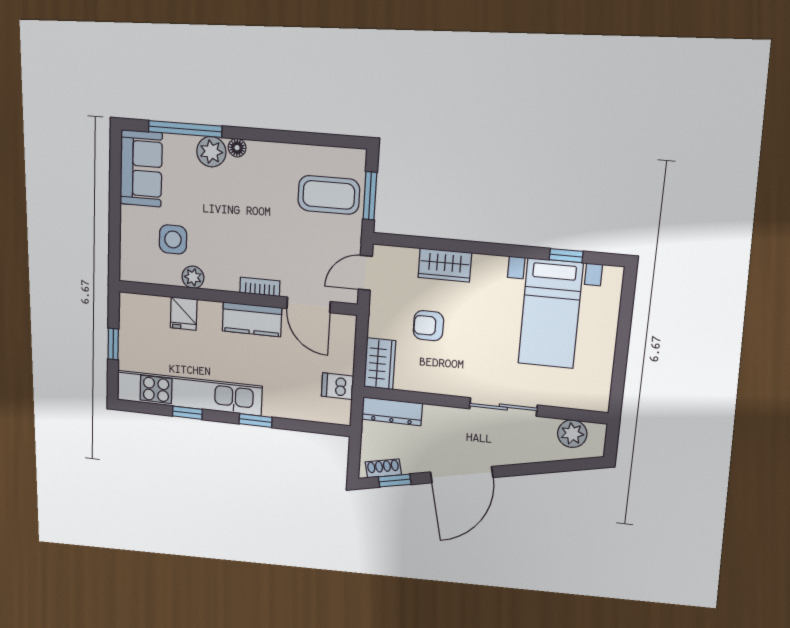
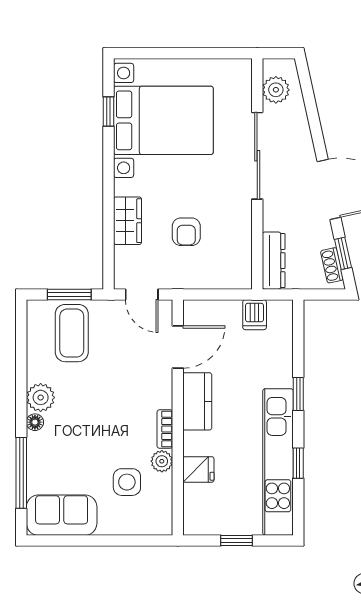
plant: (211, 152) -> (41, 397), moved
bookcase: (260, 287) -> (165, 429), moved
bed with nightstands: (551, 313) -> (163, 120), width x1.36
wardrobe: (380, 364) -> (228, 275), removed
sliding door: (503, 407) -> (257, 156), width x1.37

